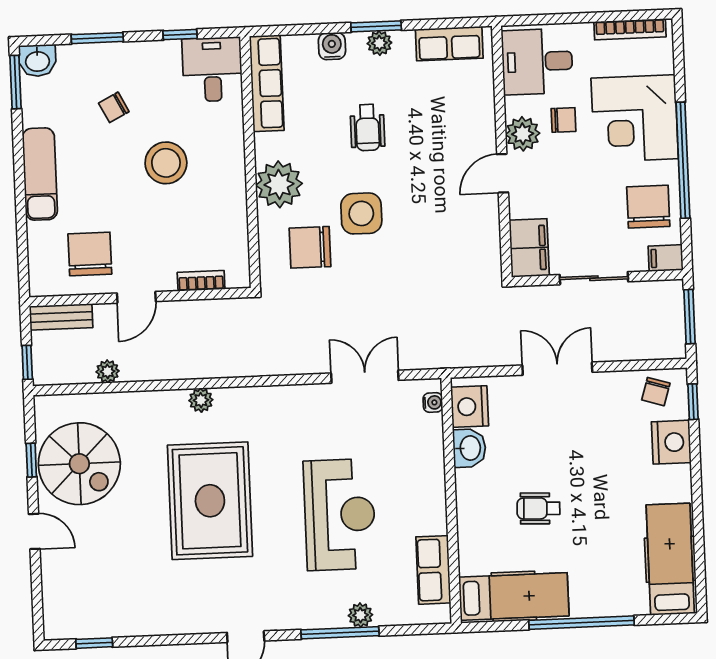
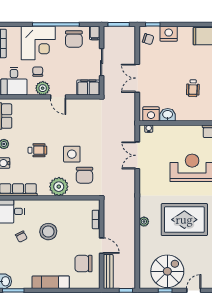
chair: (114, 107) -> (21, 237), moved
chair: (648, 207) -> (74, 39), turned -90
bench: (61, 317) -> (108, 272), width x1.36
plant: (108, 371) -> (131, 258), removed

